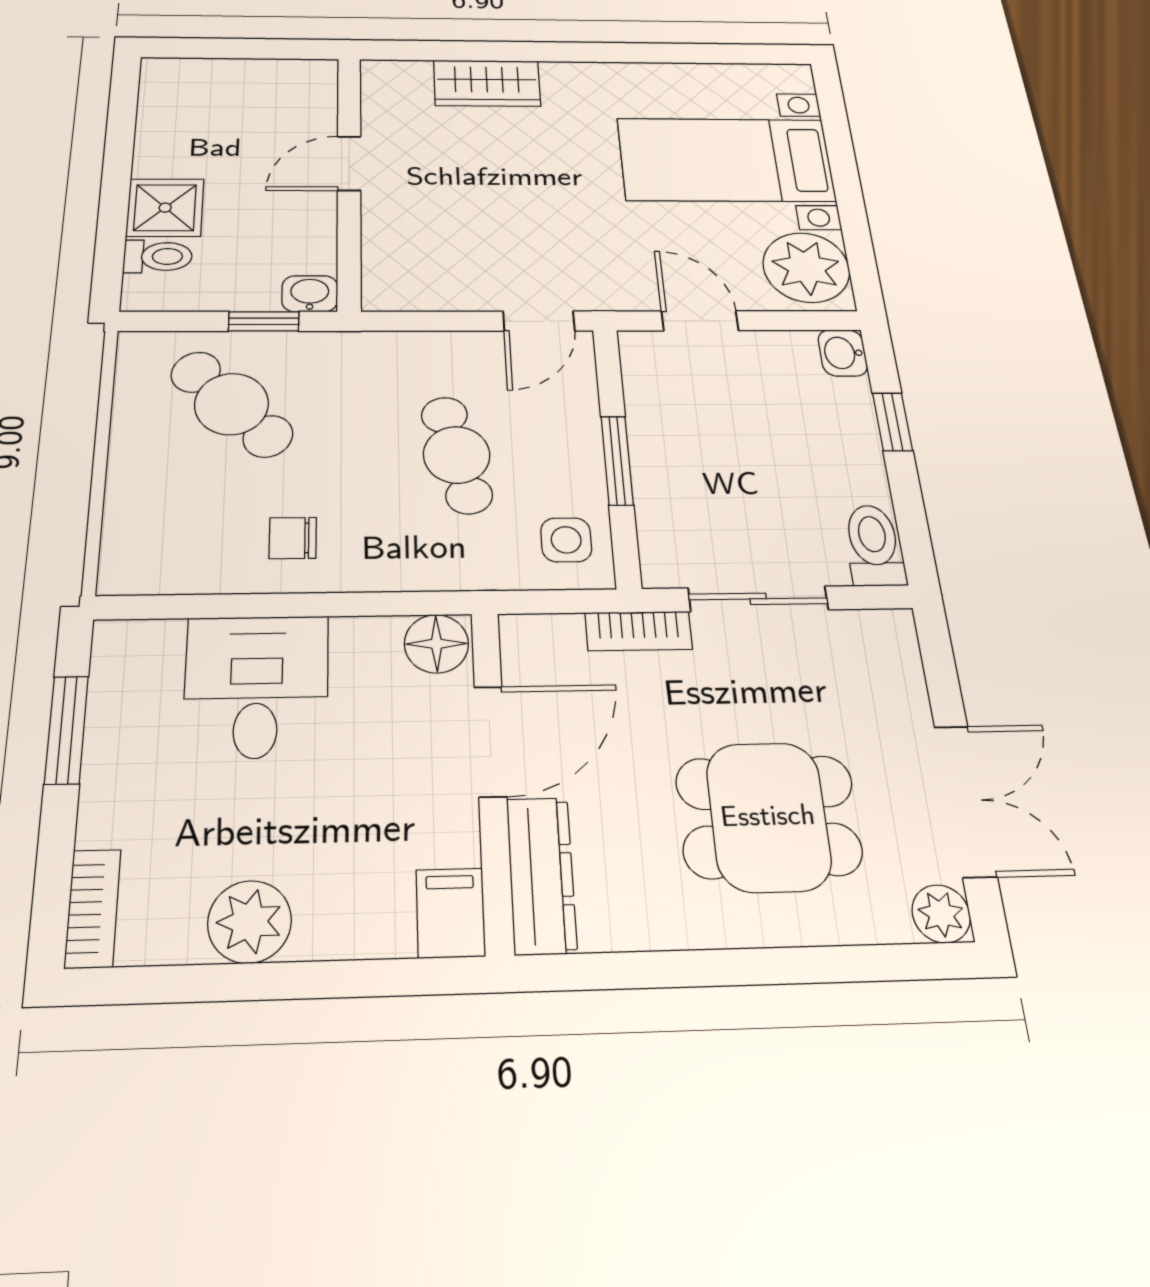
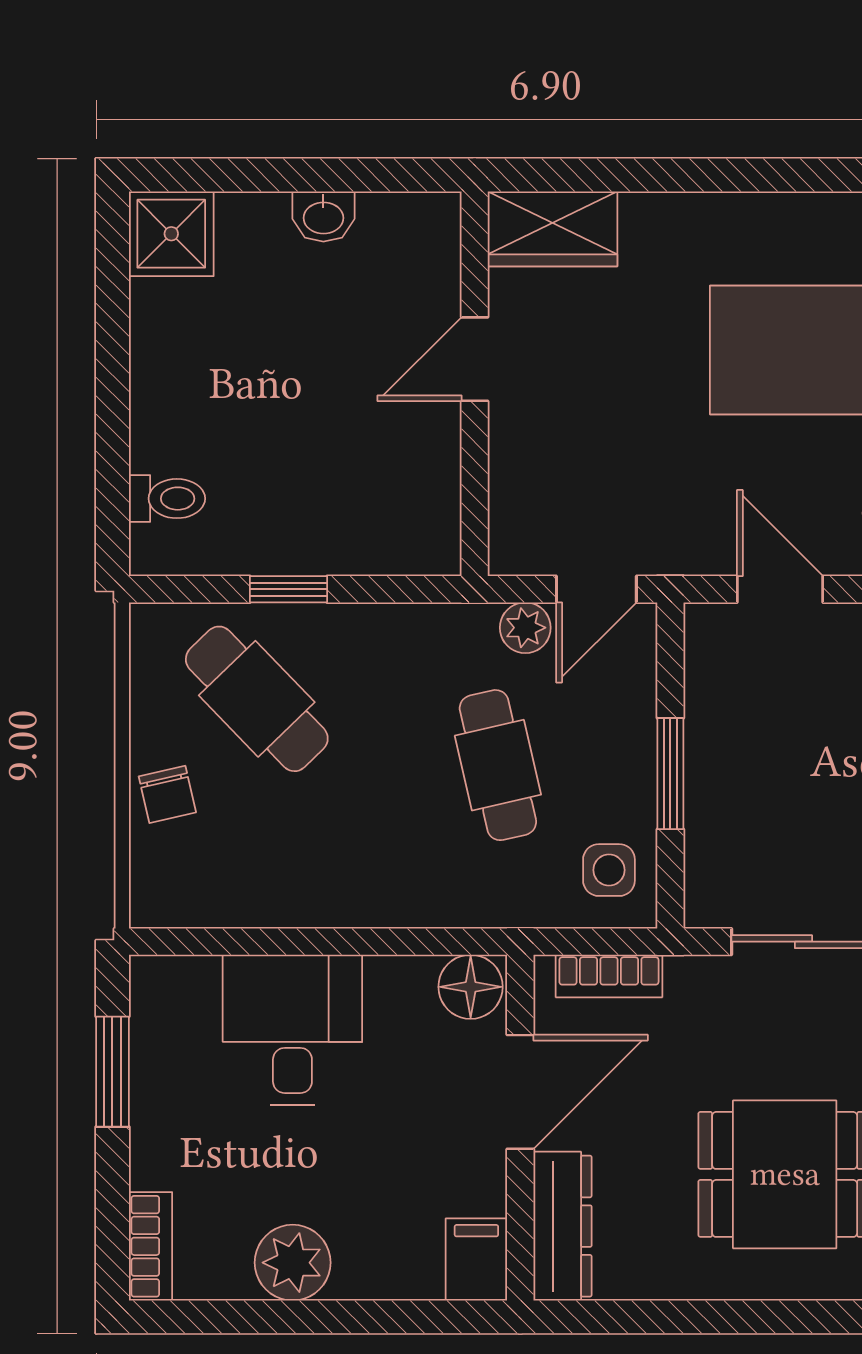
door: (349, 163) -> (475, 359), moved
wall: (349, 179) -> (475, 384), moved
shower: (165, 208) -> (171, 234), moved
washbasin: (310, 294) -> (323, 216), moved, turned 180
plant: (477, 349) -> (525, 628), added
chair: (293, 538) -> (167, 794), moved, turned -103
bookcase: (639, 631) -> (609, 976), moved

